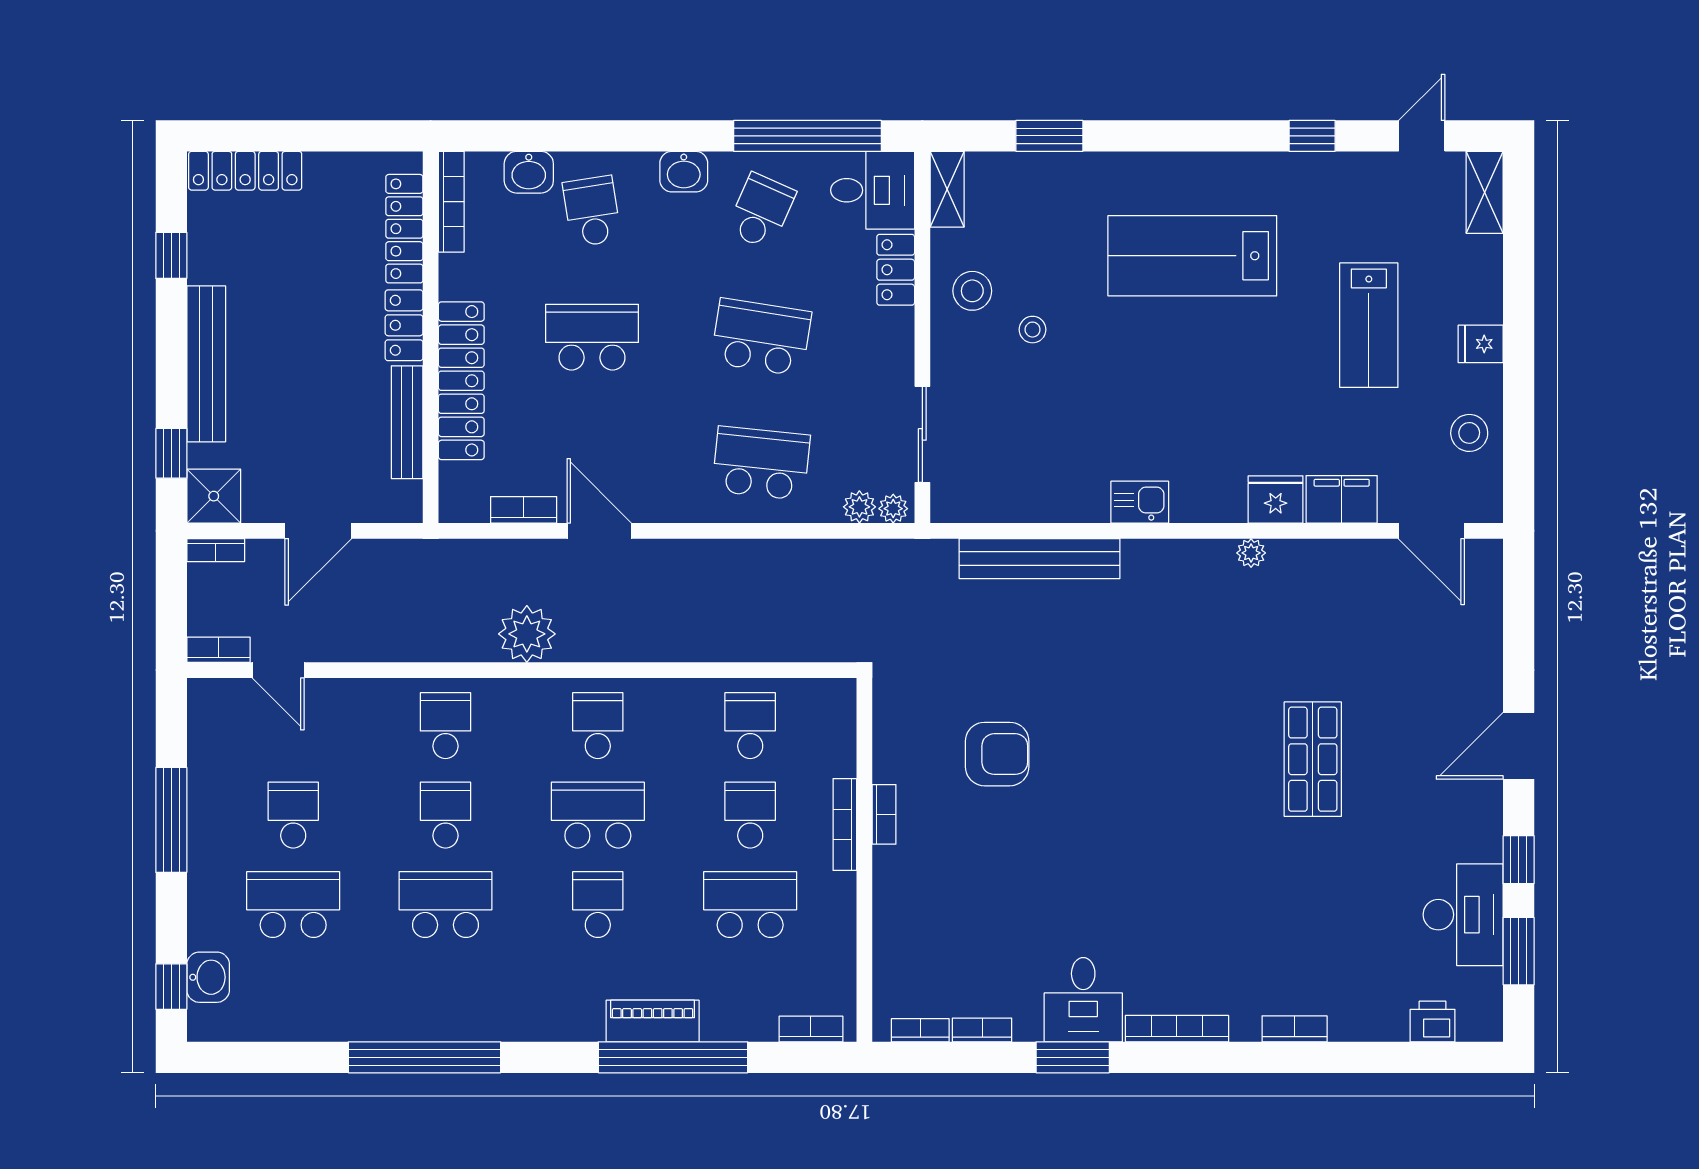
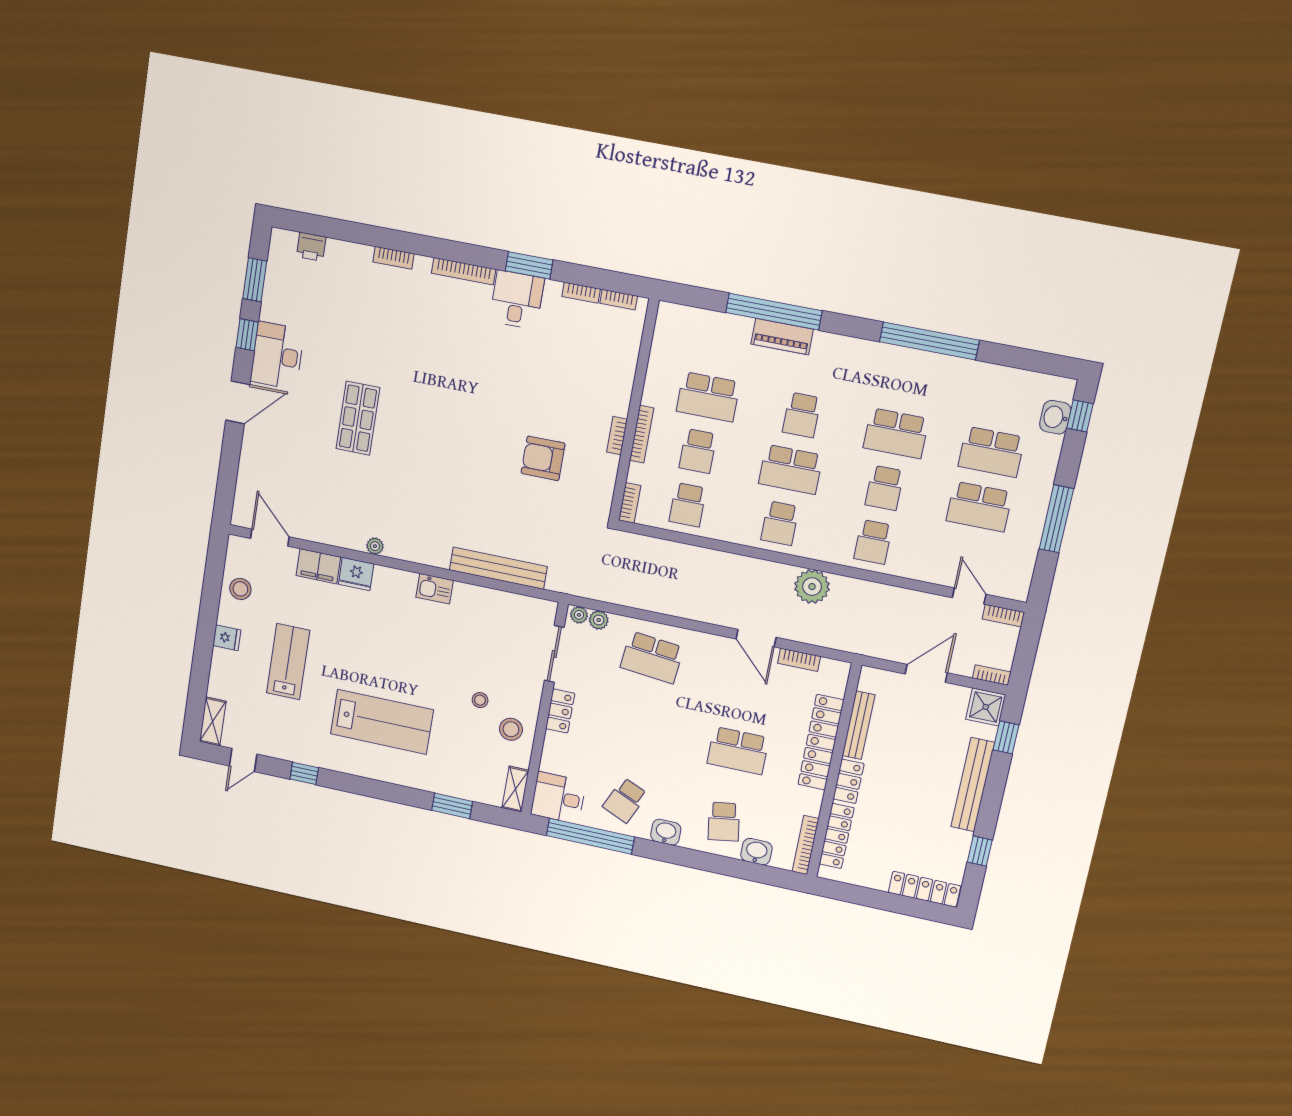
locker: (896, 270) -> (560, 711), moved
school desk: (761, 337) -> (638, 729), removed
school desk: (293, 815) -> (979, 507), width x1.85
desk: (1463, 915) -> (277, 356), moved
bookcase: (811, 1029) -> (630, 503), moved, turned -90

